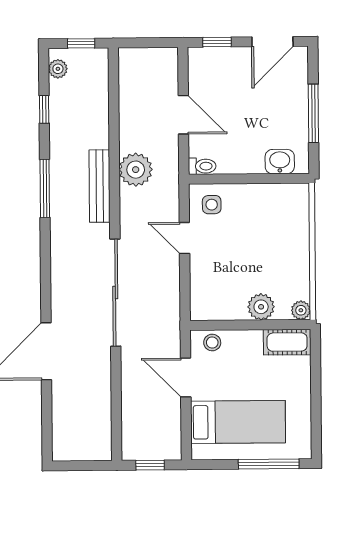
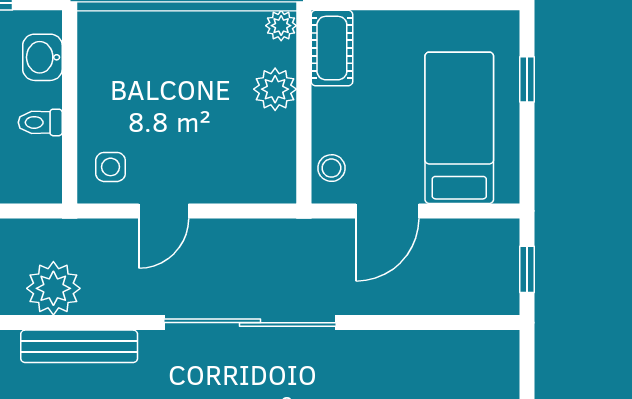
toilet: (202, 166) -> (40, 122), moved, turned -90
window: (269, 464) -> (527, 79), width x0.46

